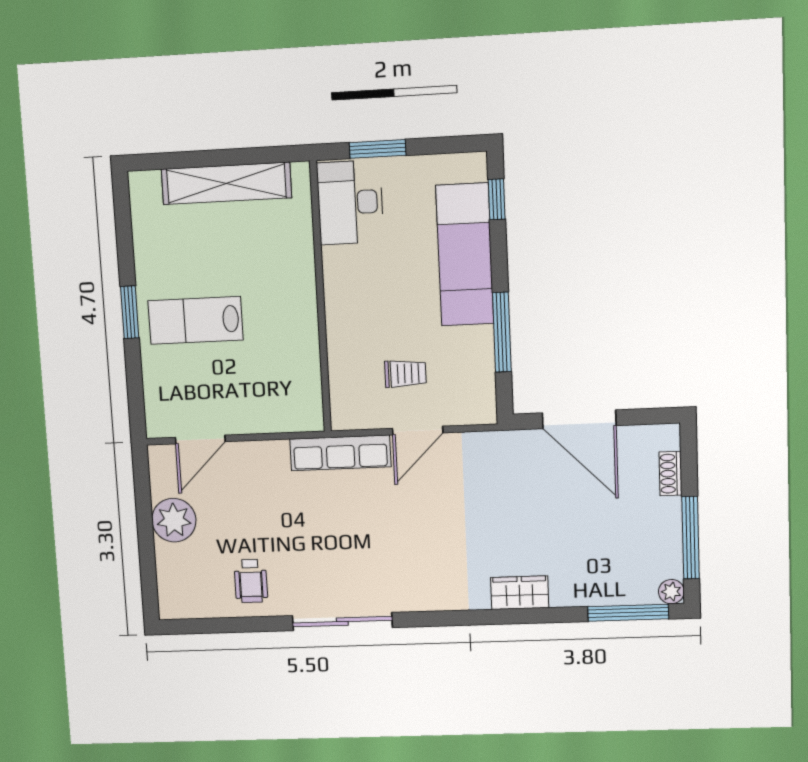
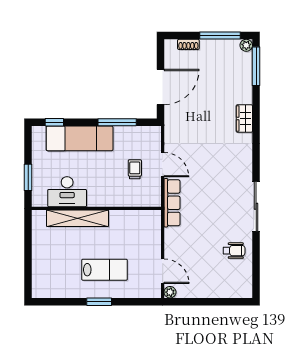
shelving: (226, 183) -> (78, 218), moved, turned 90
desk: (350, 202) -> (67, 192), moved
lab bench: (196, 320) -> (105, 270), turned -90
plant: (174, 520) -> (170, 292), moved, width x0.53, depth x0.53

